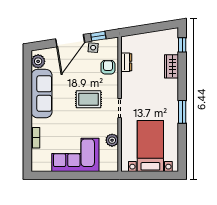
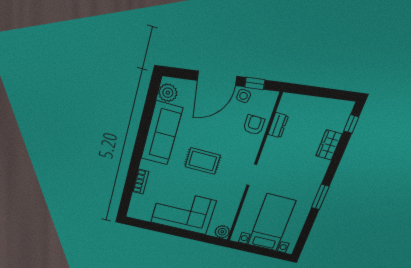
rug: (89, 99) -> (203, 161), moved
plant: (112, 140) -> (222, 232), moved

